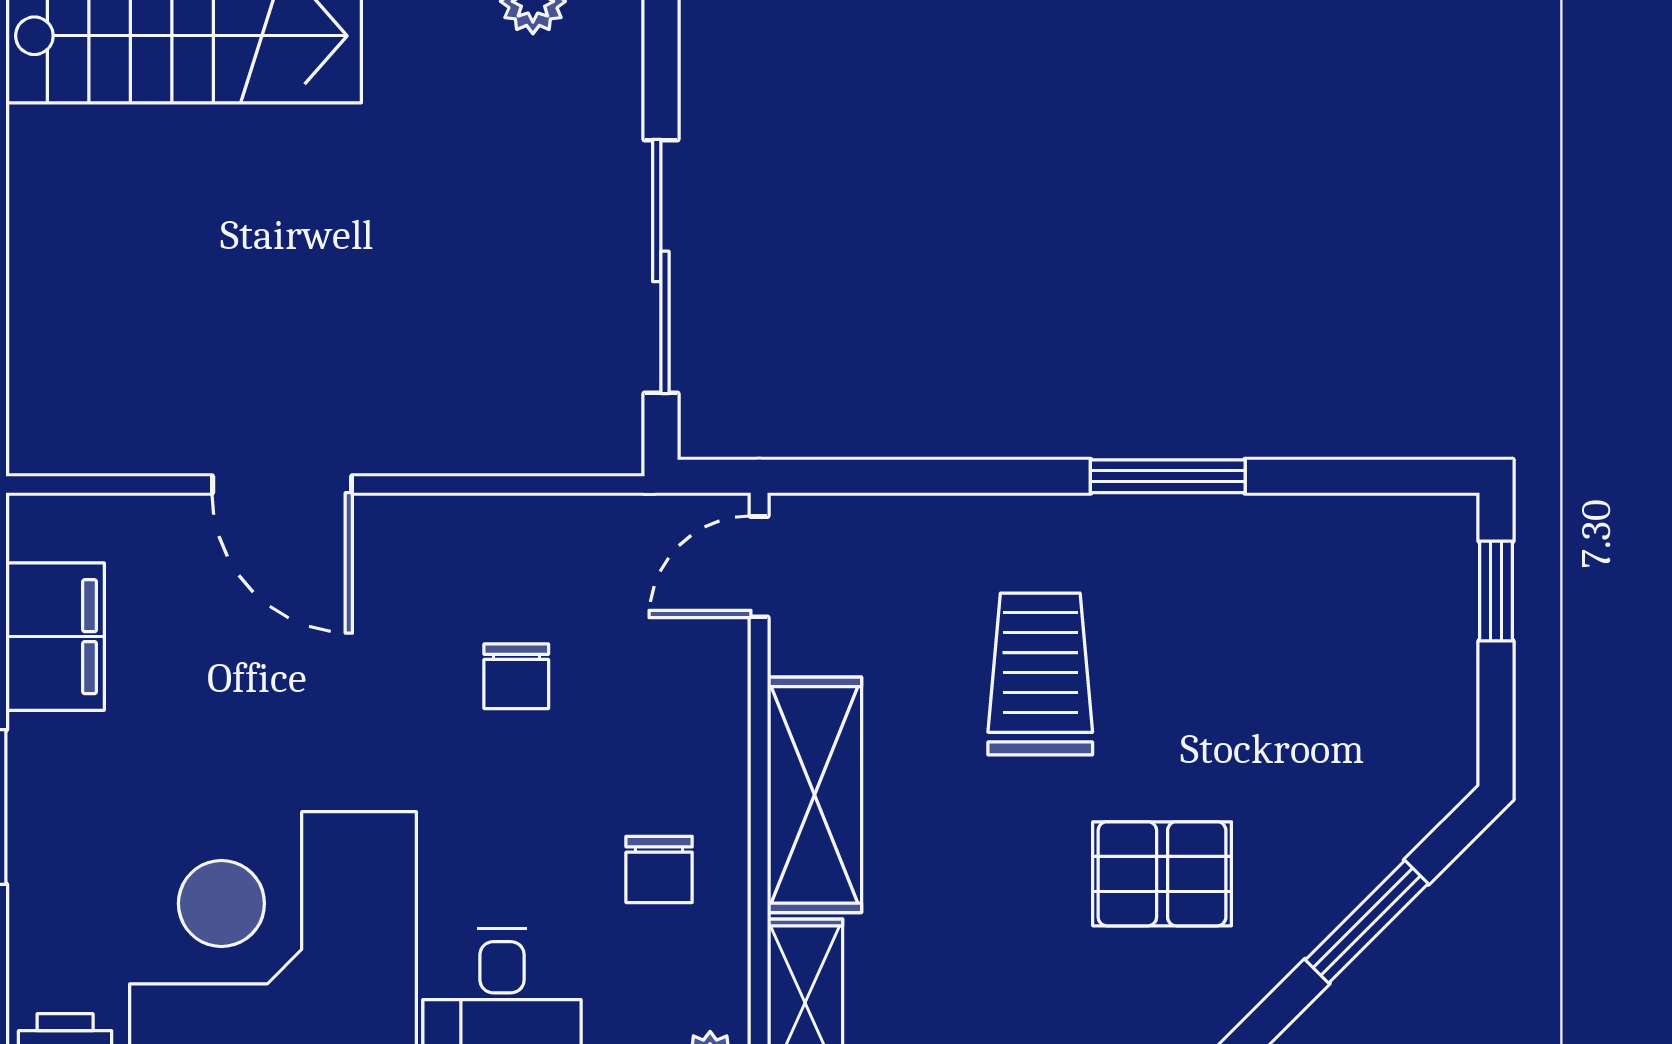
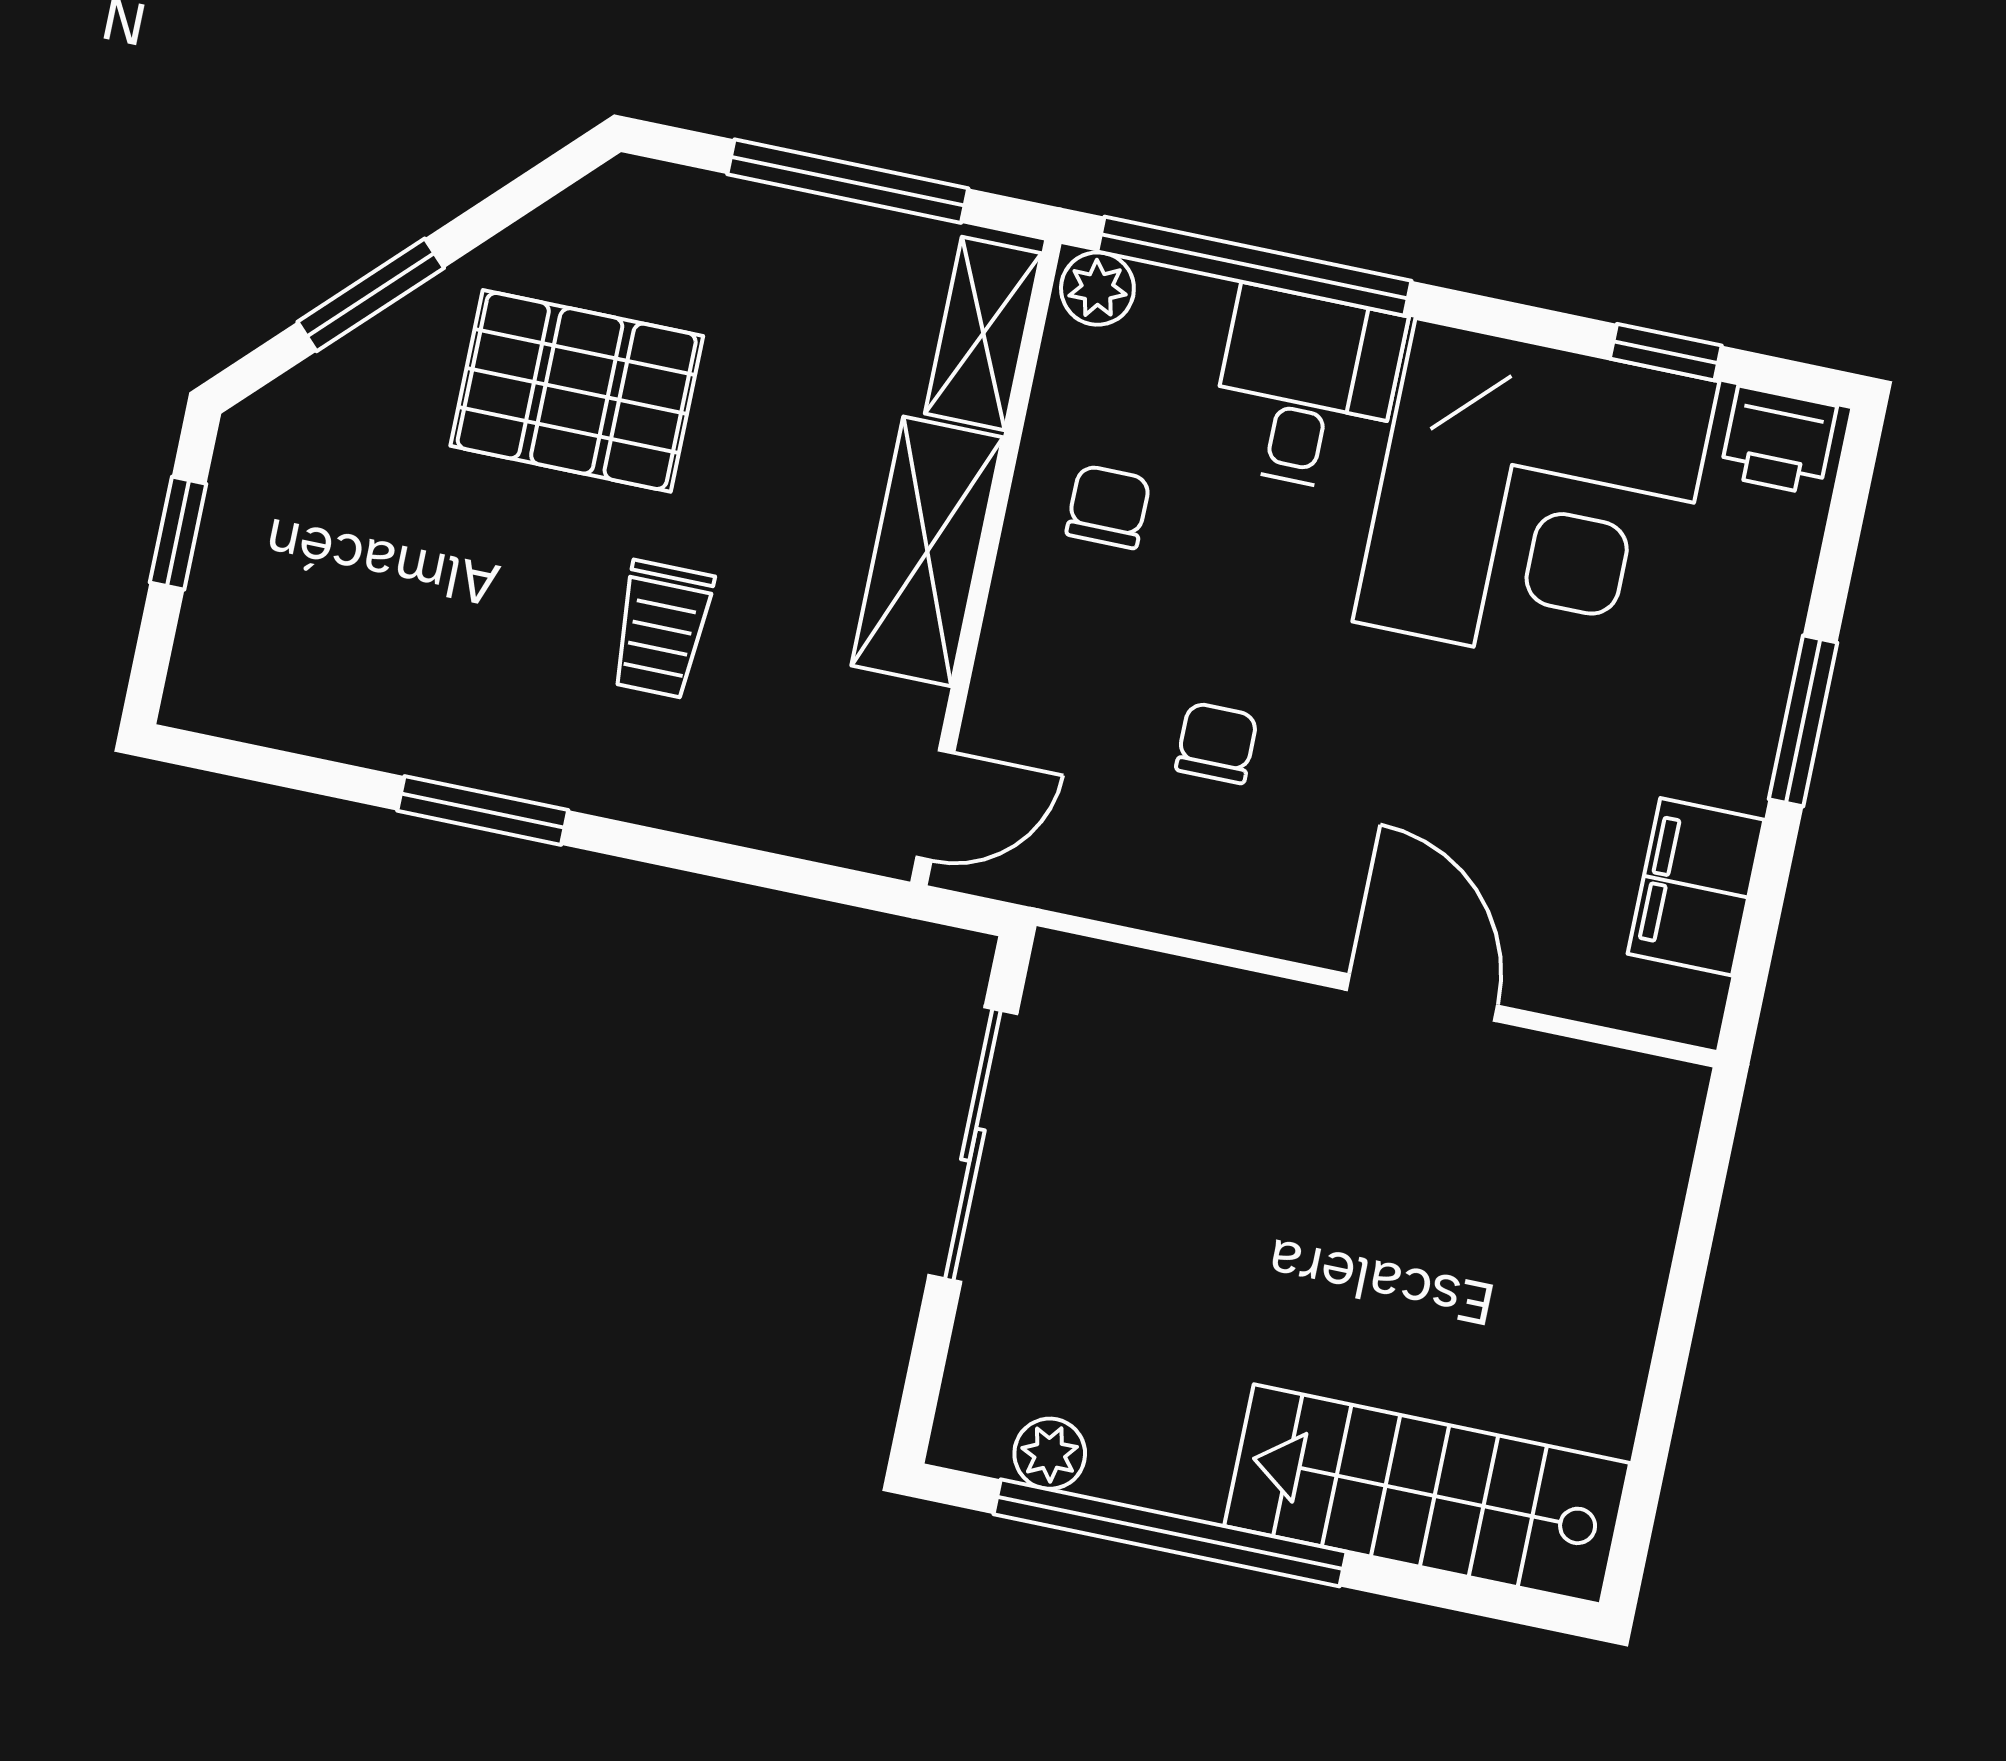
window: (1496, 591) -> (178, 533), moved
trolley: (1040, 674) -> (661, 629), width x0.73, depth x0.72
pallet: (1162, 874) -> (577, 391), width x1.50, depth x1.42

